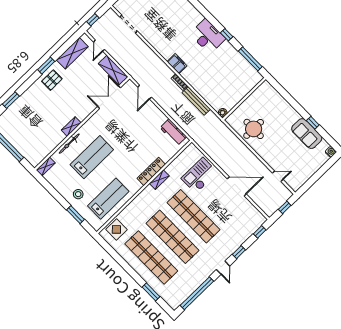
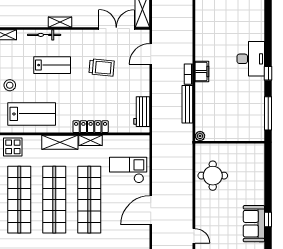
filing cabinet: (177, 64) -> (202, 72), moved
trolley: (123, 129) -> (102, 67), added
lab bench: (92, 157) -> (52, 65), width x0.73, depth x0.72
door: (237, 186) -> (151, 210), swing flipped
shelving: (142, 199) -> (60, 142), added

